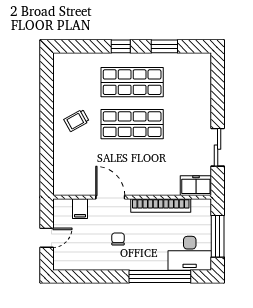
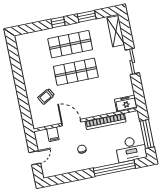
shelving: (202, 77) -> (116, 31), added
trolley: (77, 120) -> (46, 96), moved
sliding door: (218, 147) -> (132, 61), moved

